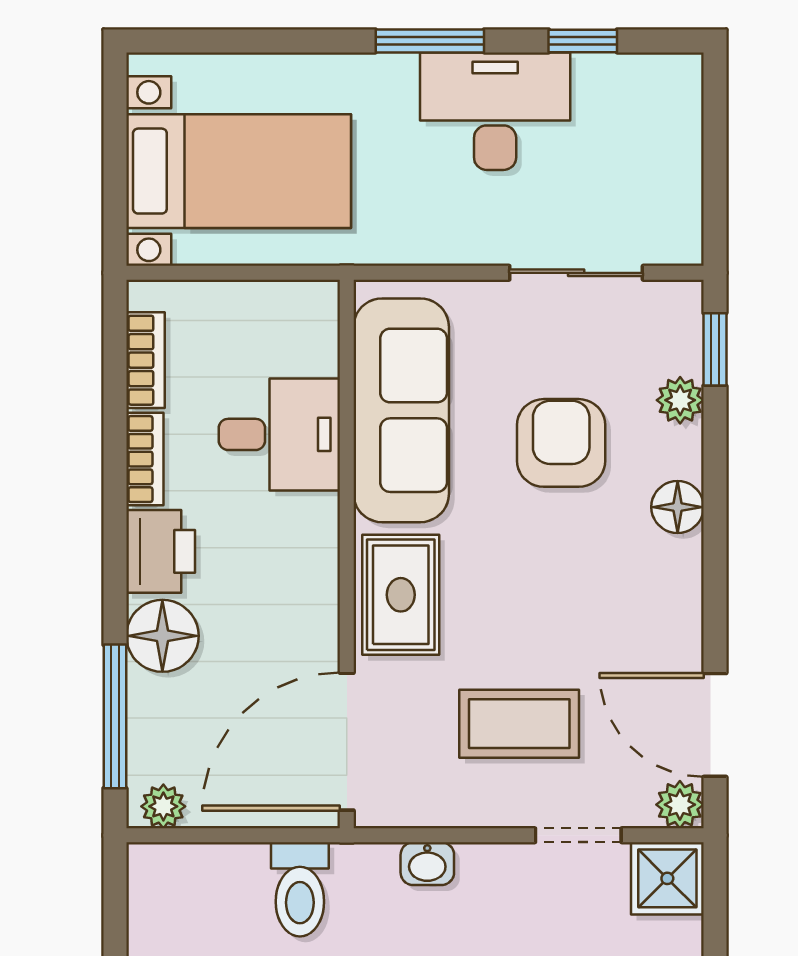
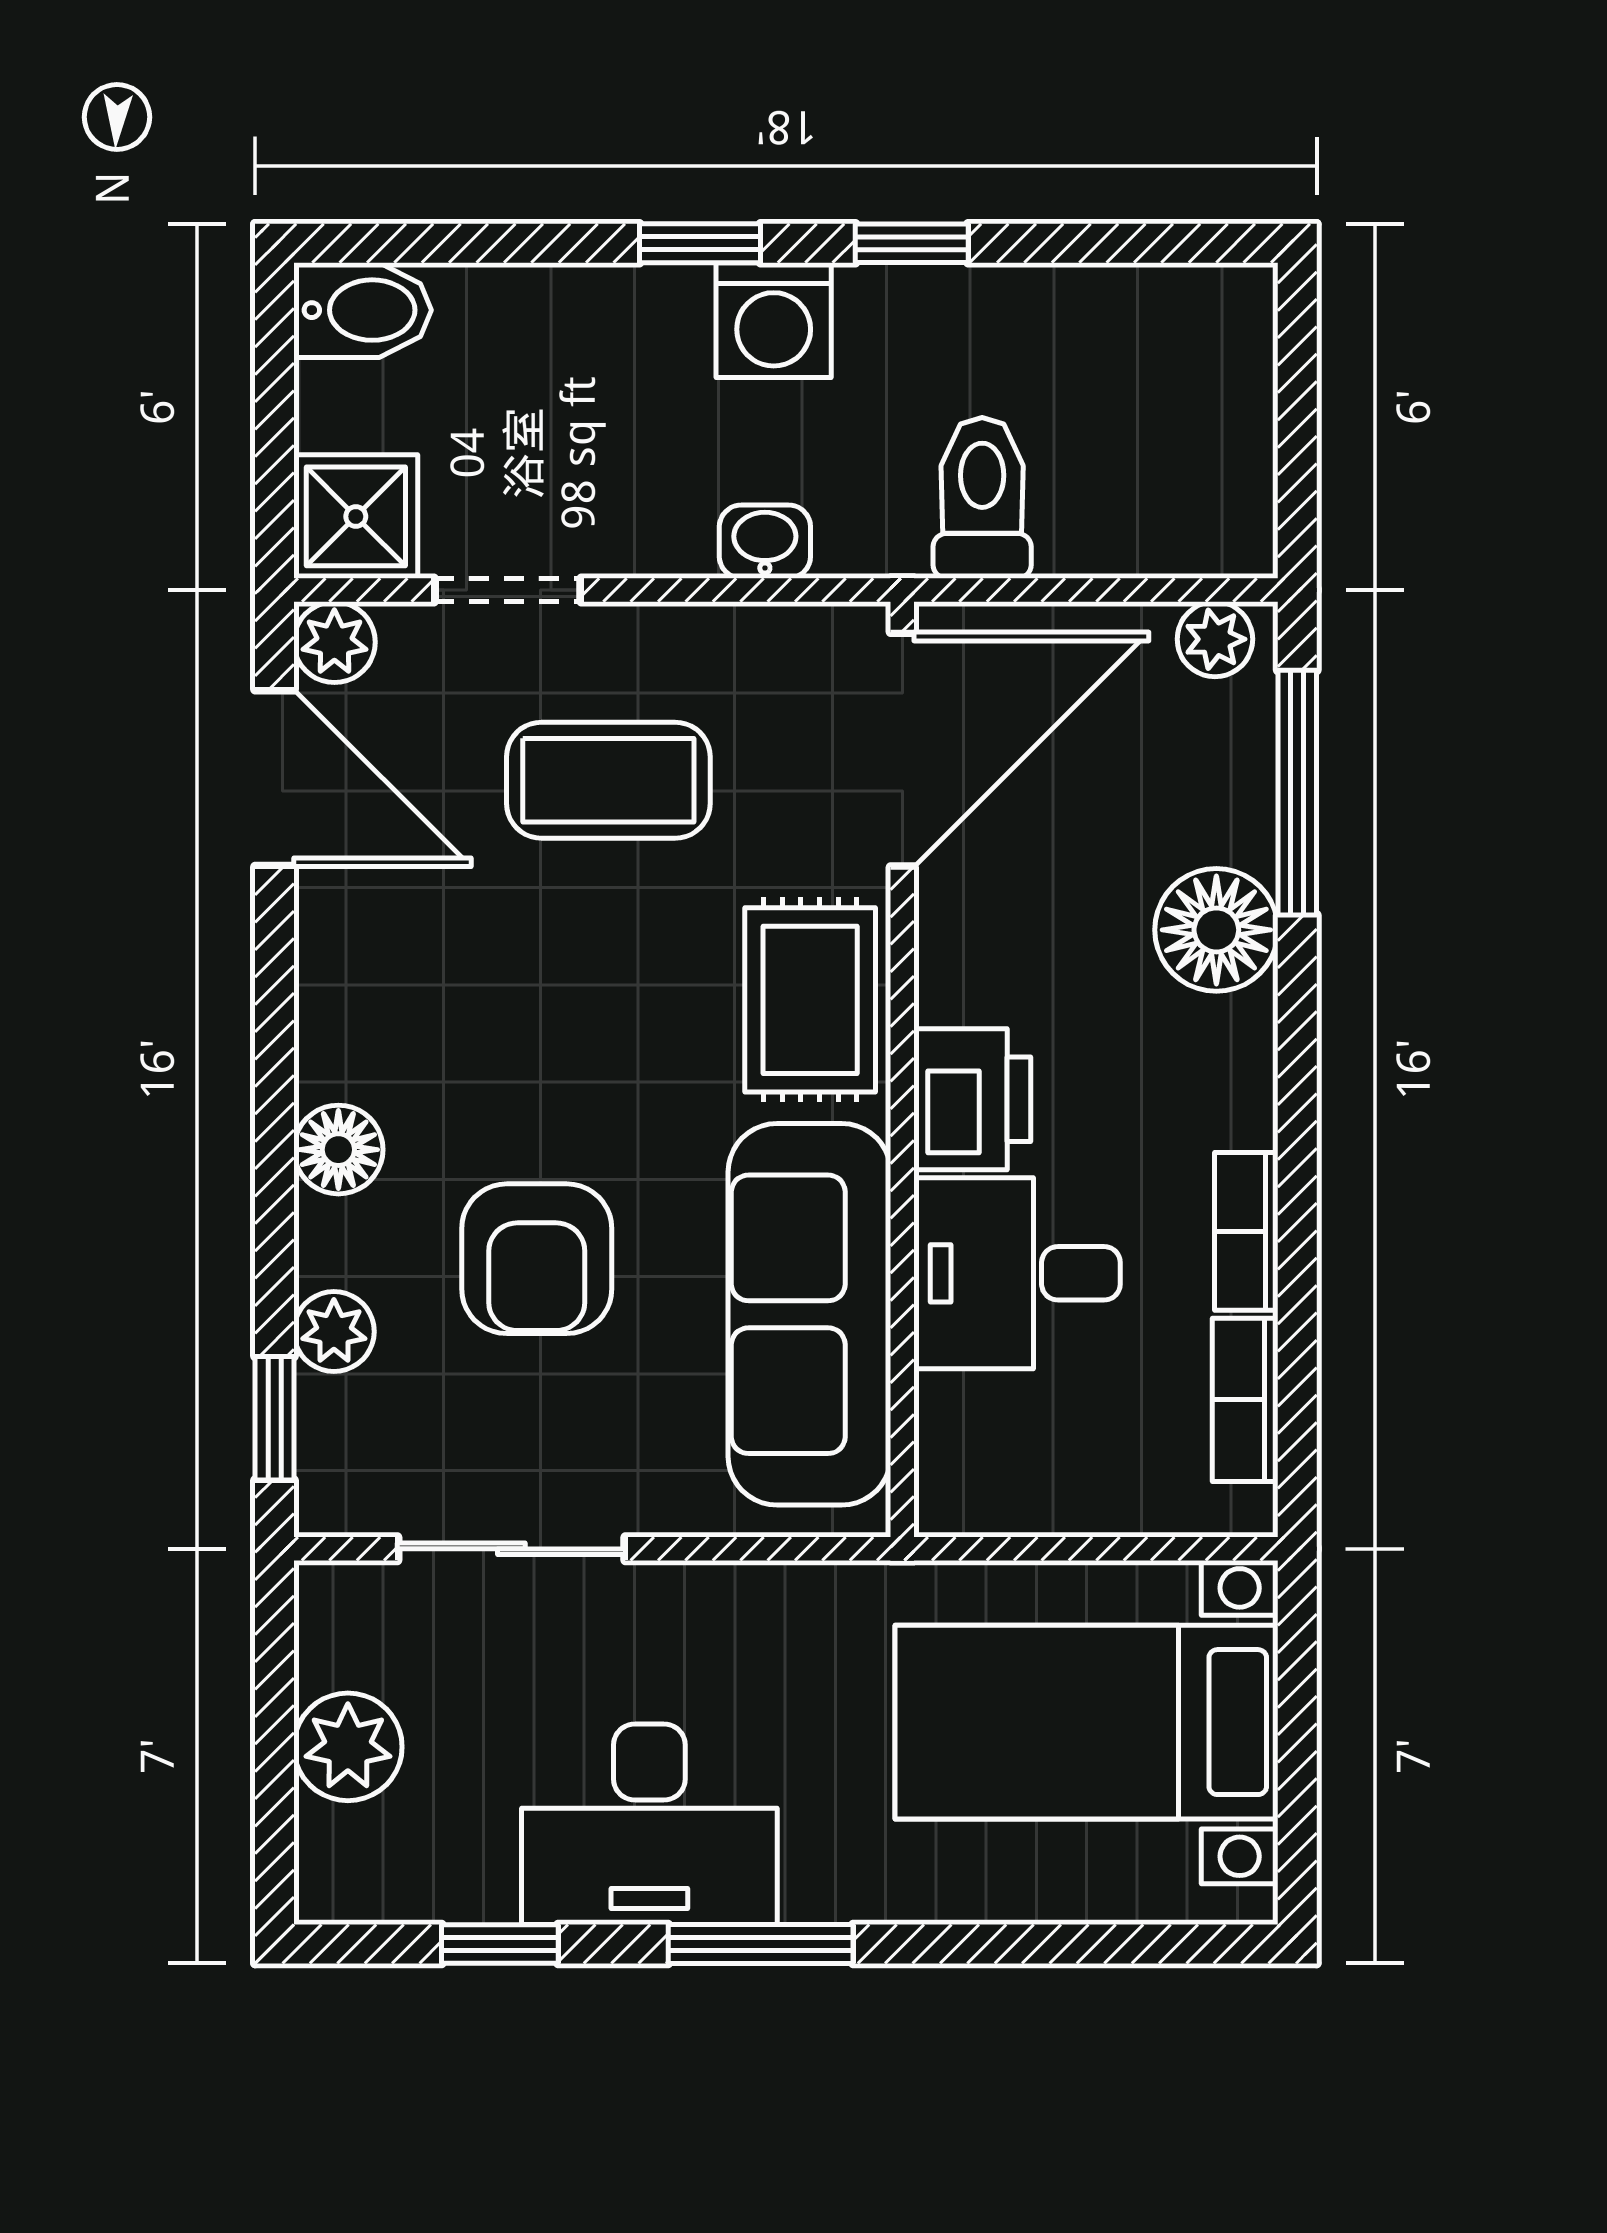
plant: (672, 157) -> (348, 1747), added
printer: (161, 551) -> (972, 1099), moved, turned 180

